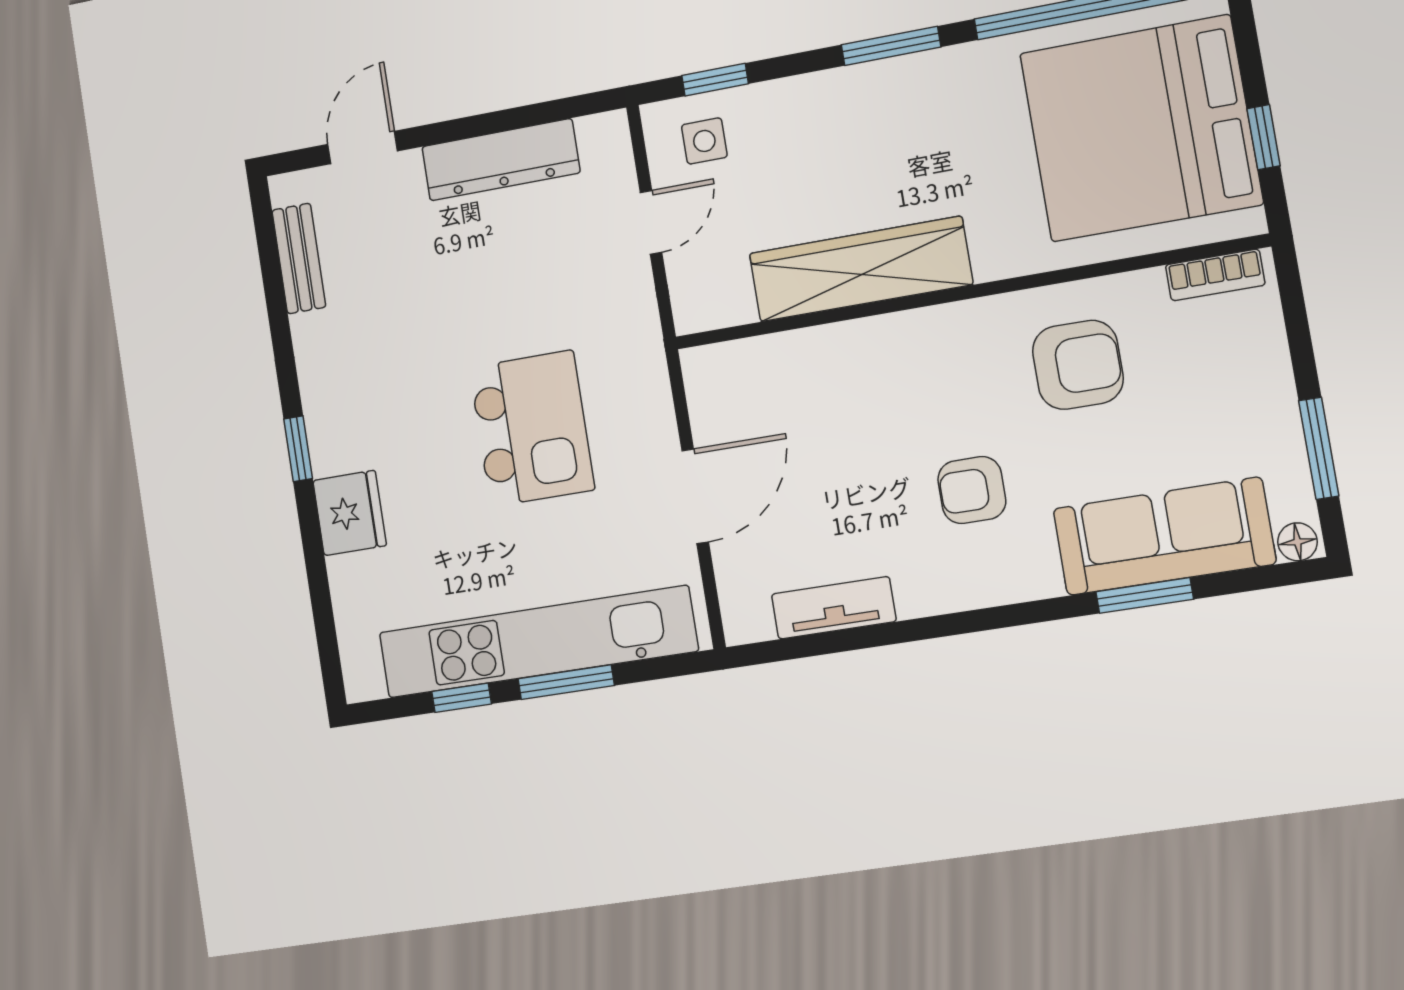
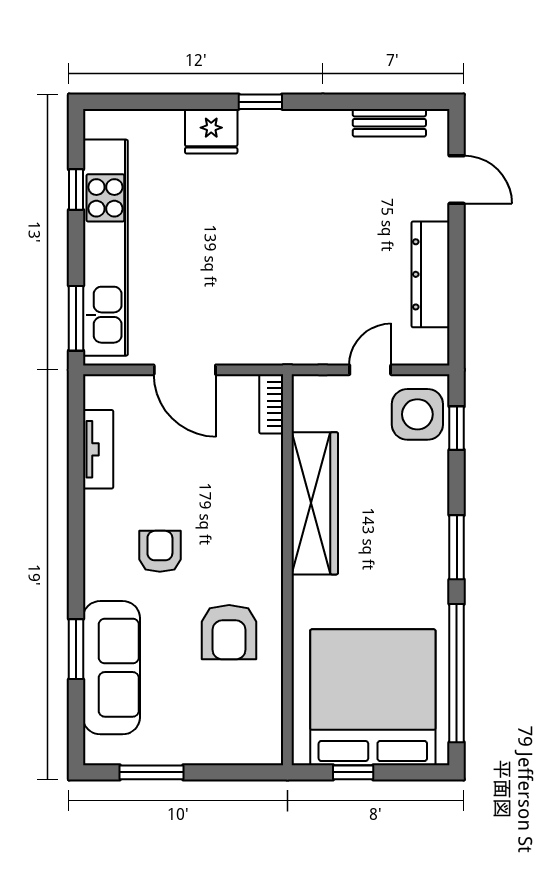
side table: (704, 141) -> (417, 414), width x1.87, depth x1.87
door: (651, 222) -> (370, 370), swing flipped
bookcase: (1215, 275) -> (271, 404), moved
kitchen island: (532, 428) -> (247, 267), removed
floor lamp: (1297, 542) -> (95, 749), removed
window: (566, 682) -> (76, 318), moved

